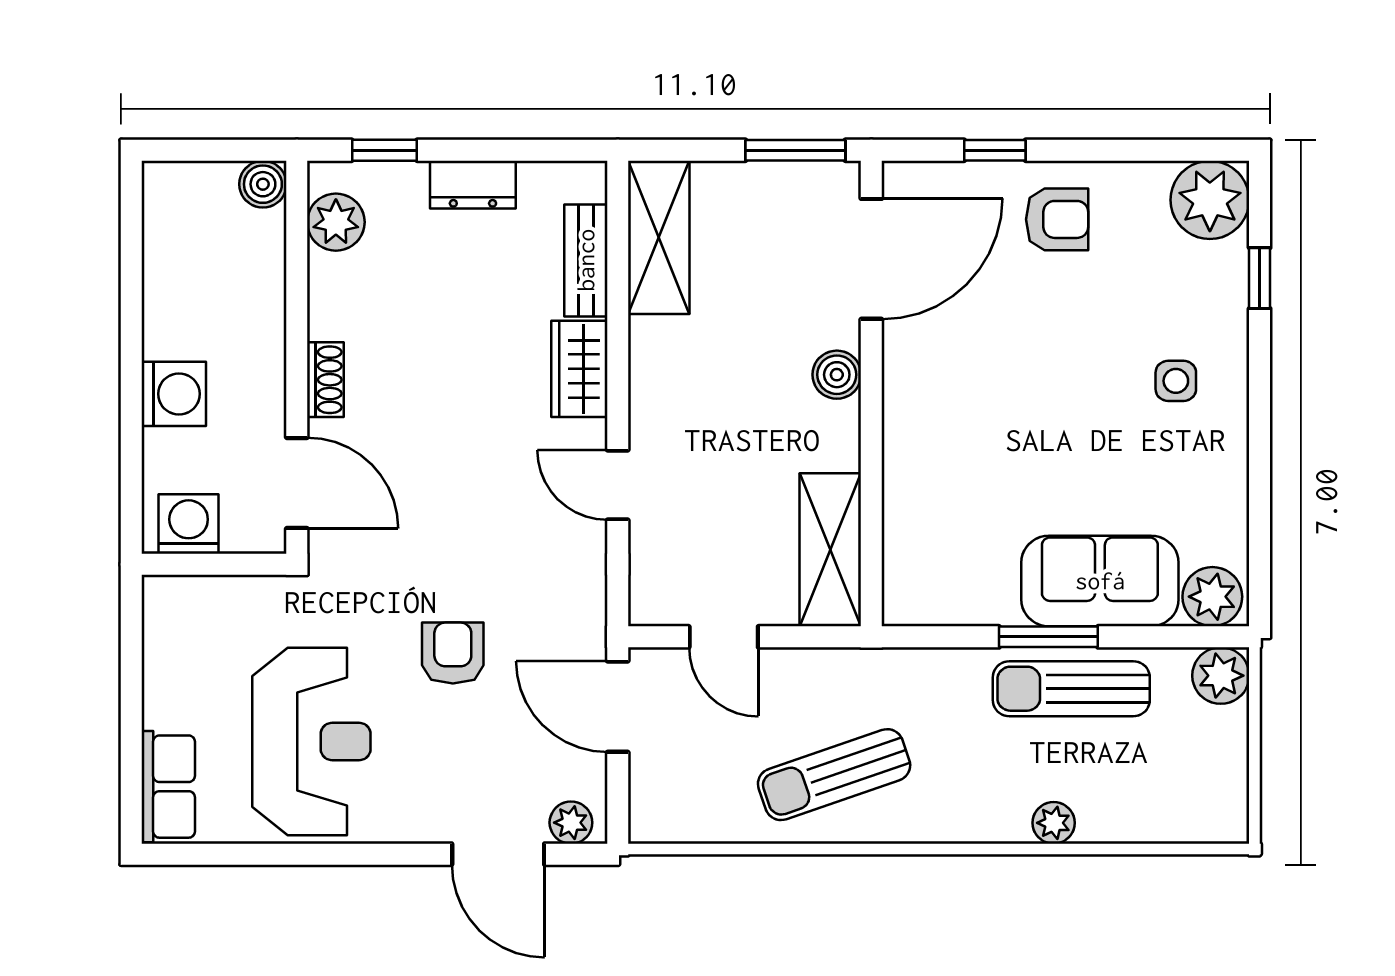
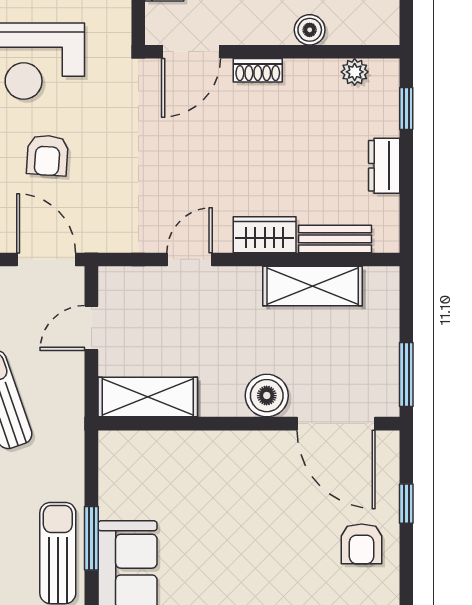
boiler: (263, 184) -> (310, 30), moved
plant: (336, 222) -> (355, 72), width x0.73, depth x0.73
shelving: (659, 237) -> (313, 286), moved
boiler: (837, 375) -> (267, 396), width x1.36, depth x1.36
armchair: (453, 653) -> (47, 155), moved, turned 94
door: (618, 707) -> (46, 259), hinge flipped

